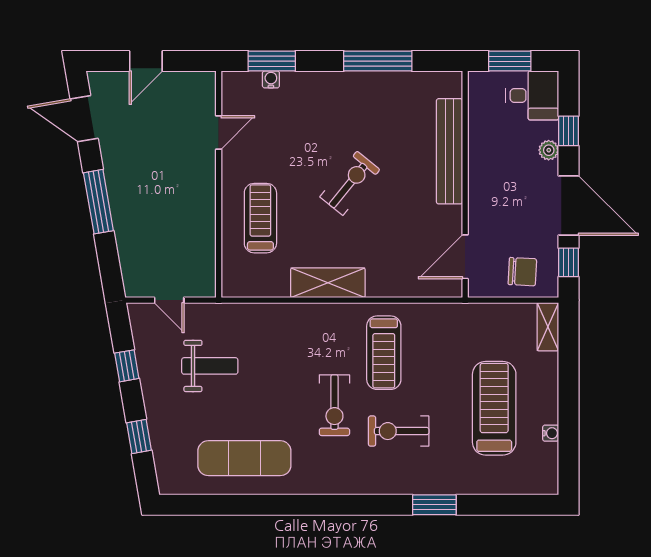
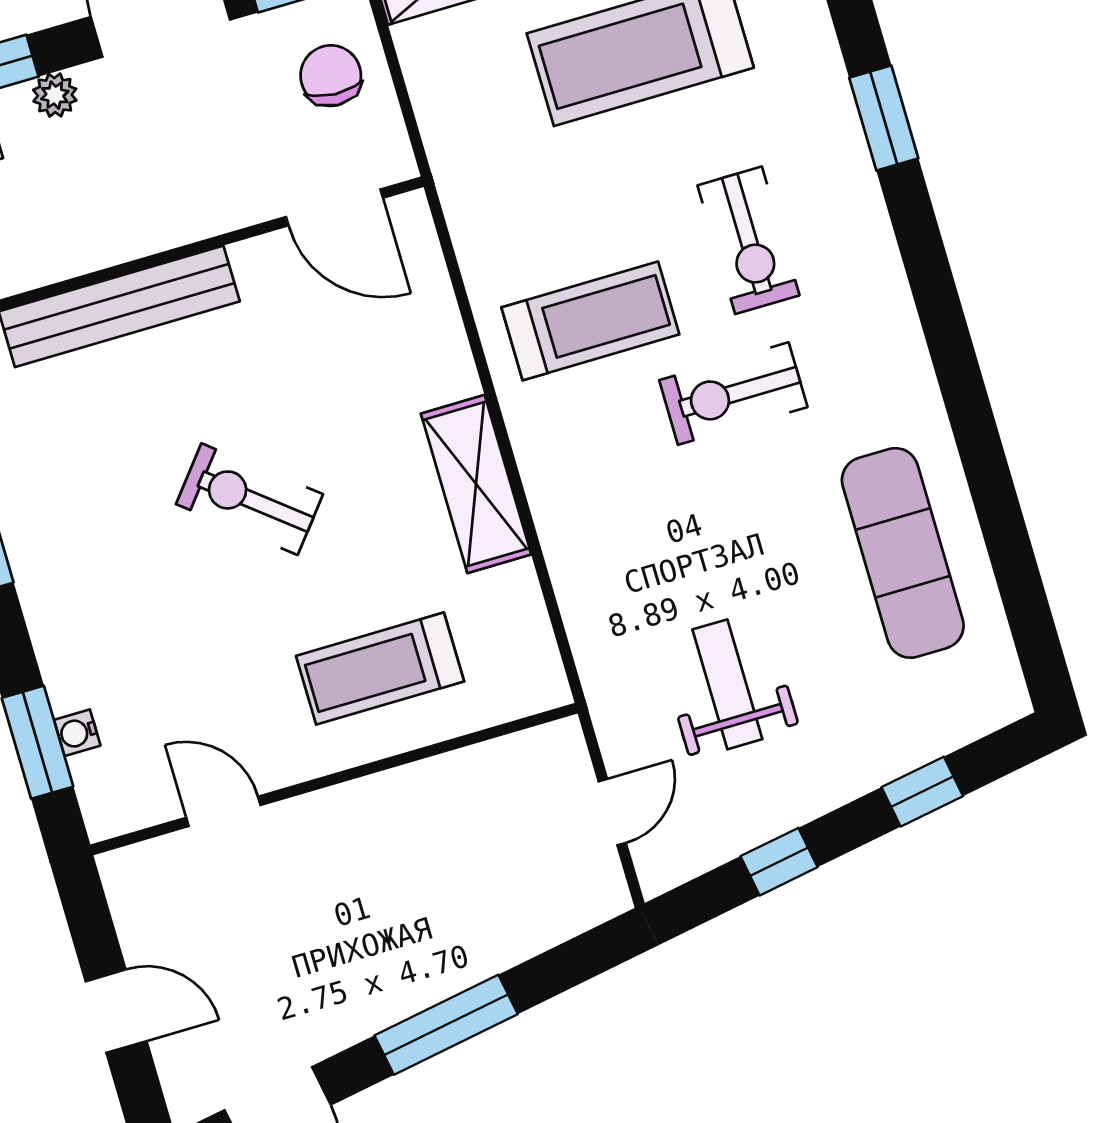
exercise bike: (334, 405) -> (733, 394), turned 180

